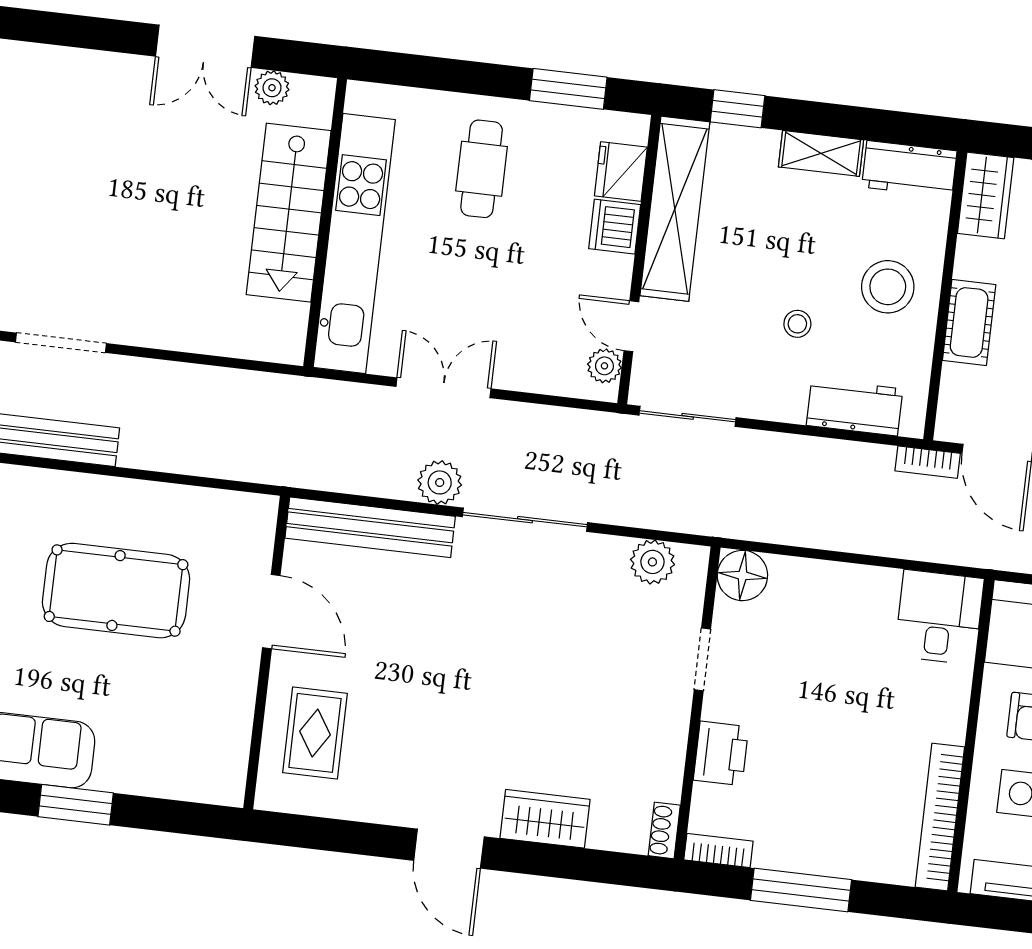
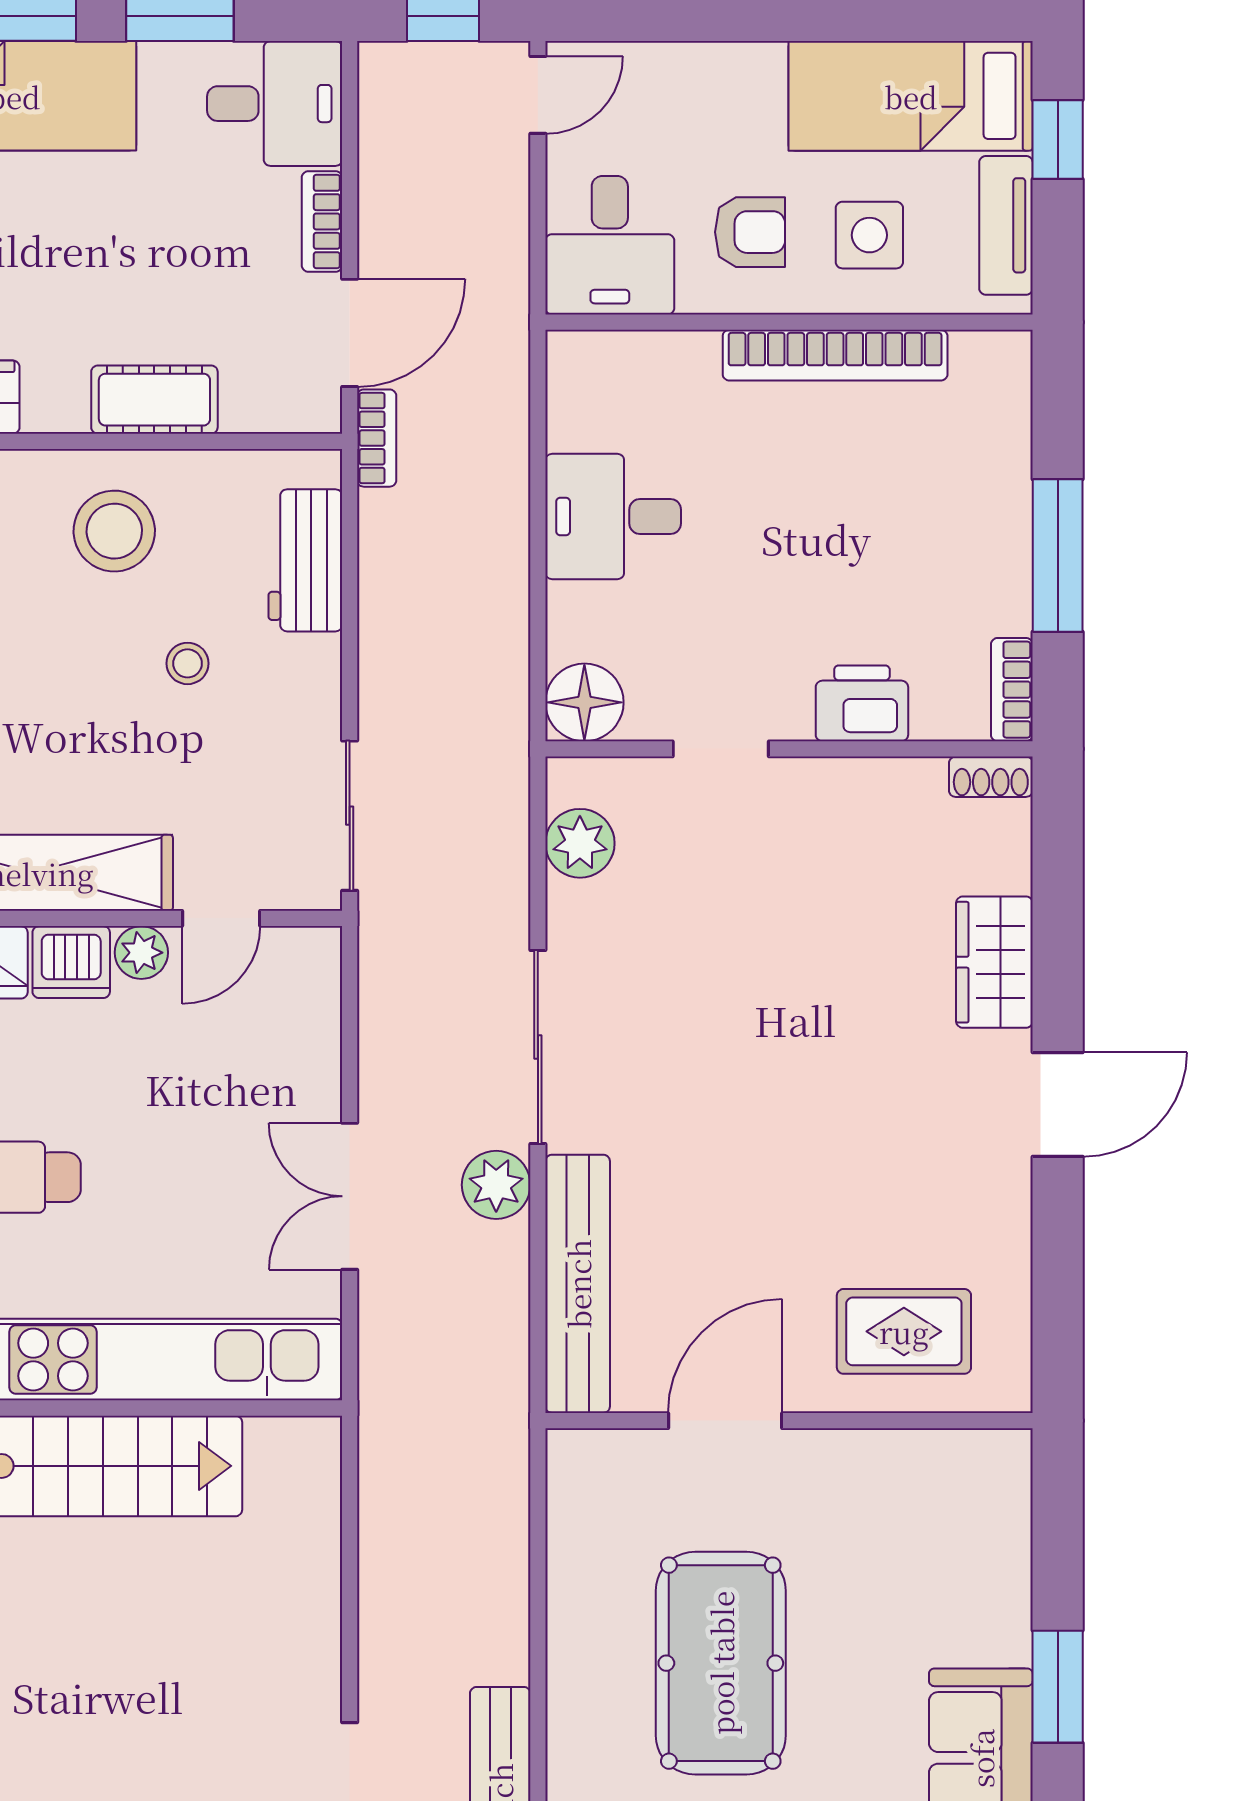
plant: (604, 366) -> (141, 953), moved
desk: (939, 617) -> (613, 516), moved
bookcase: (940, 817) -> (835, 355), moved

